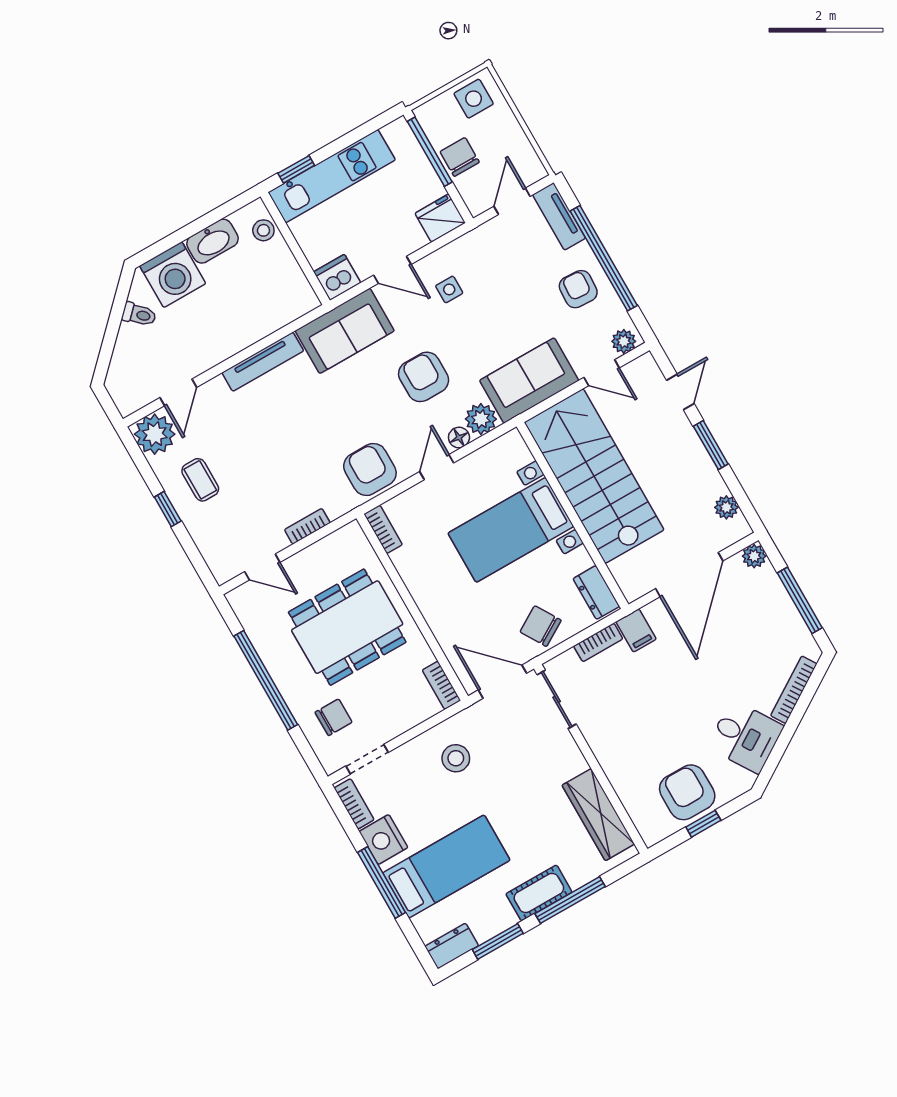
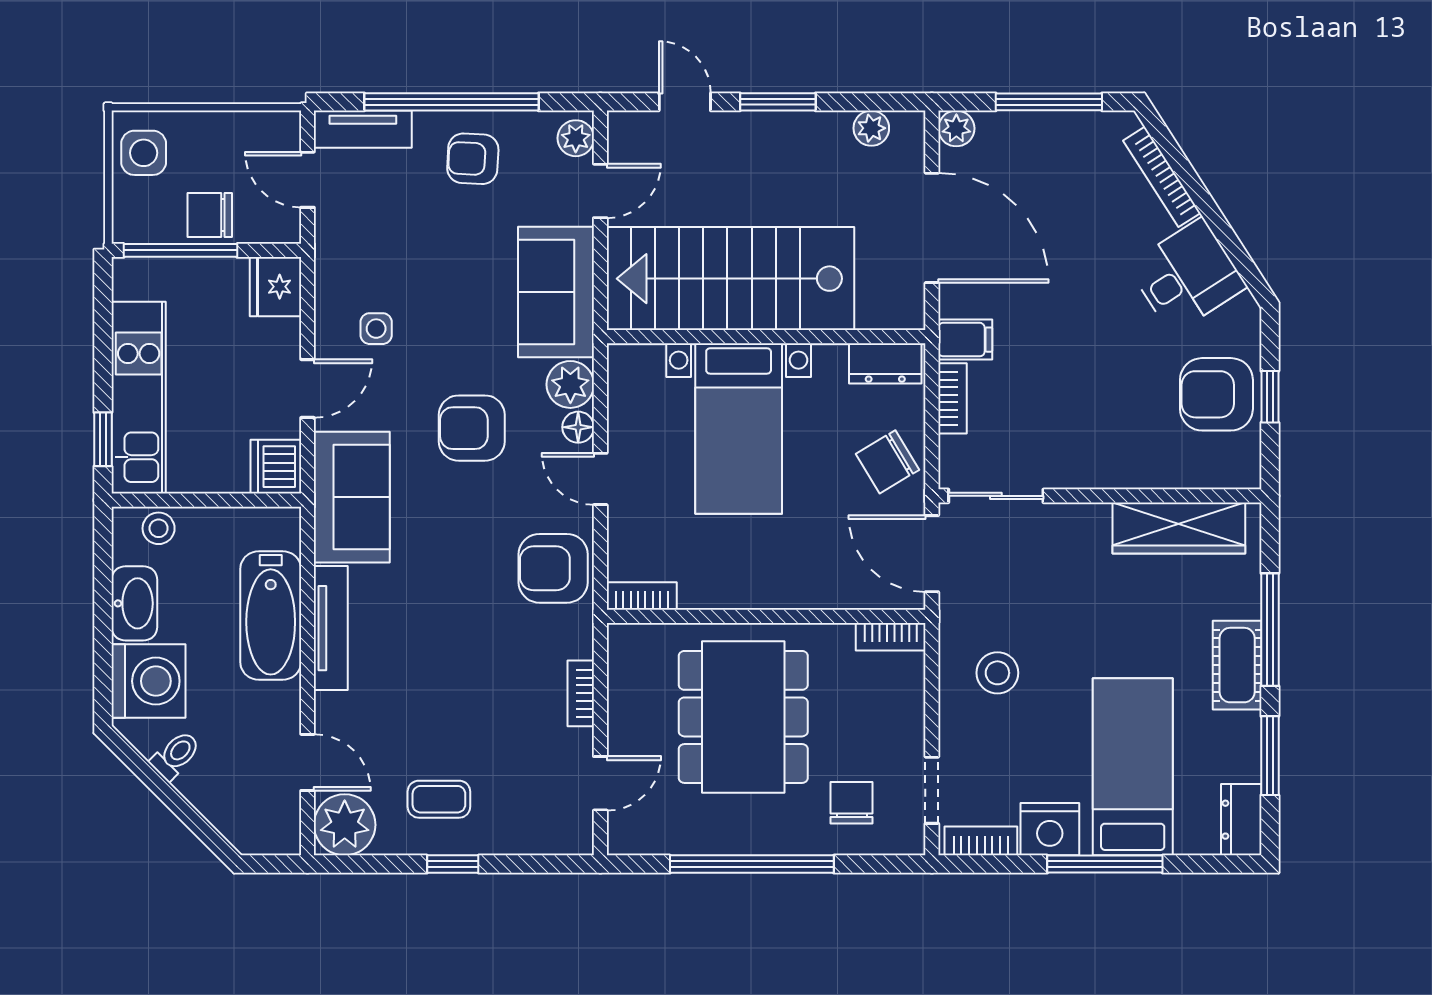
bathtub: (250, 323) -> (271, 616), added
door: (503, 682) -> (932, 554), hinge flipped

